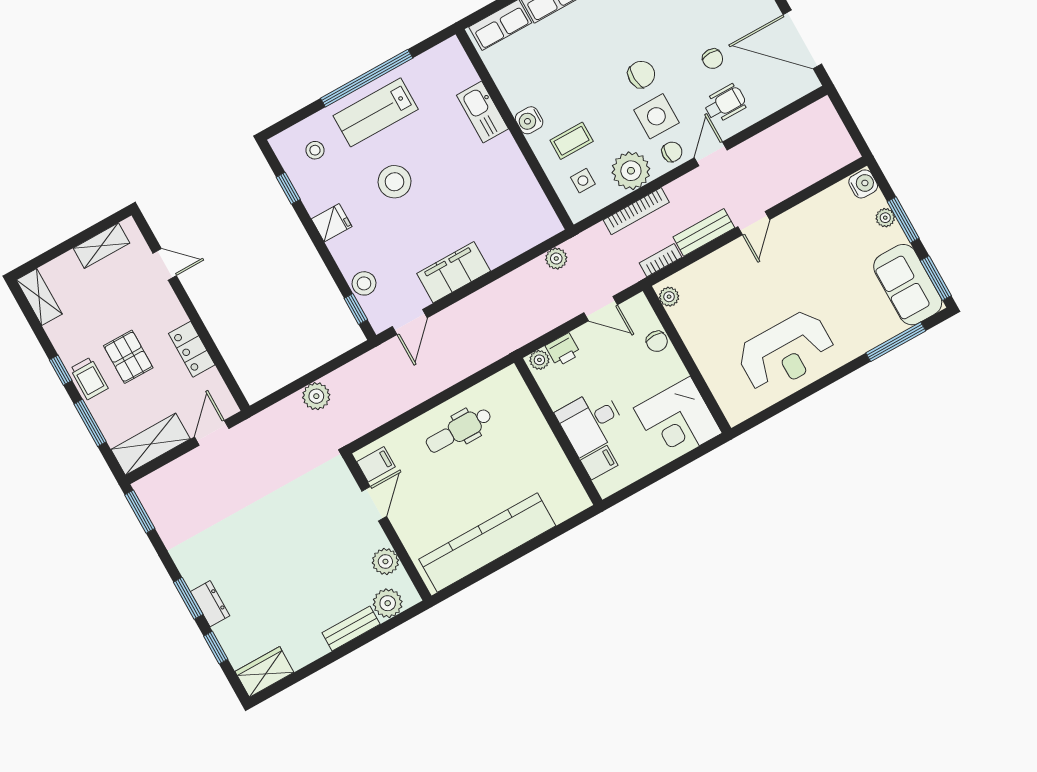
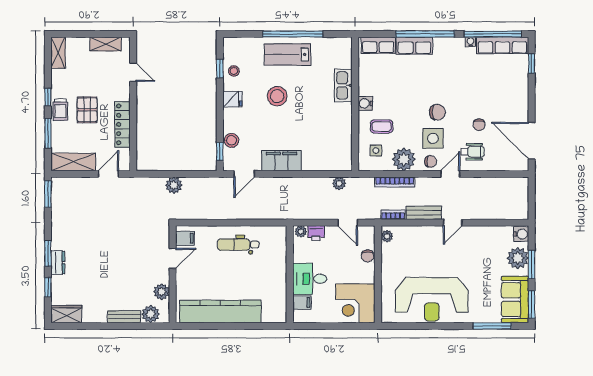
stool: (315, 150) -> (234, 71), moved
plant: (885, 218) -> (518, 258), width x1.87, depth x1.87
locker: (192, 349) -> (122, 124), width x1.53
reception desk: (786, 352) -> (432, 299), width x1.36, depth x1.30

